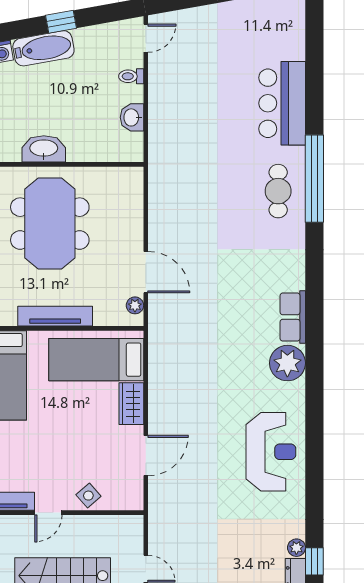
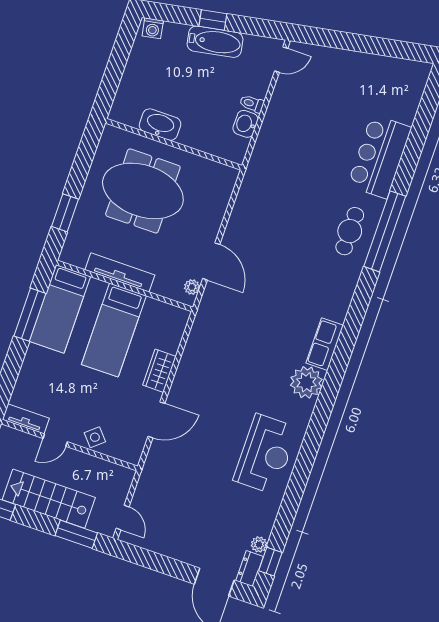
bathtub: (43, 48) -> (215, 42), moved
toilet: (131, 76) -> (252, 104), moved
meeting table: (50, 224) -> (143, 191), turned 90
bed: (96, 360) -> (114, 330), moved, turned -90

